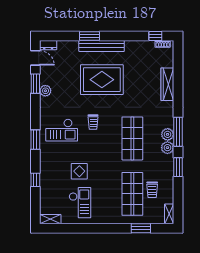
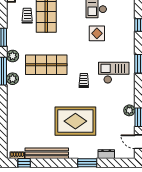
dresser: (48, 45) -> (106, 154), moved
bench: (102, 46) -> (47, 153), moved
wardrobe: (167, 84) -> (13, 117), removed
plant: (168, 134) -> (13, 79), moved
shop shelf: (132, 138) -> (46, 65), turned 90

